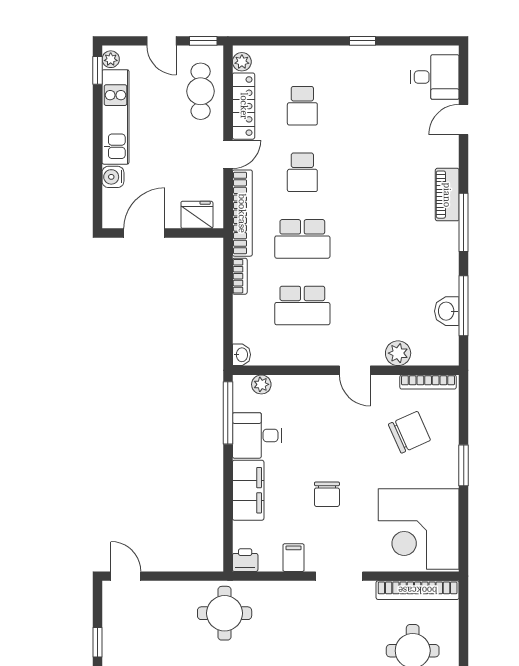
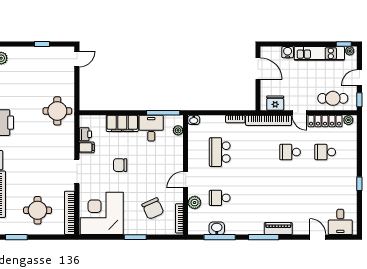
fridge: (197, 215) -> (275, 103), moved, turned -90
school desk: (302, 239) -> (220, 198), moved, width x0.54
printer: (245, 560) -> (85, 134), moved

